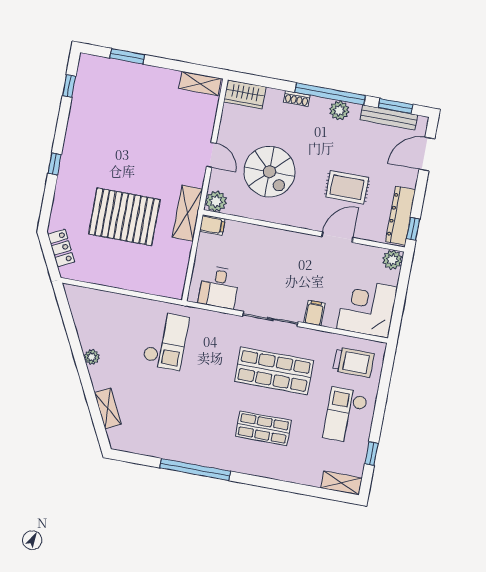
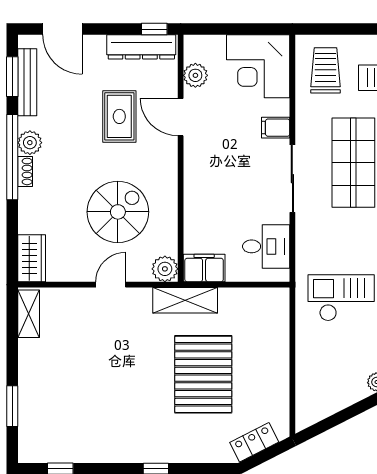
shoe rack: (297, 99) -> (25, 171), moved
filing cabinet: (212, 225) -> (204, 268), width x2.00
plant: (392, 260) -> (195, 75), moved

